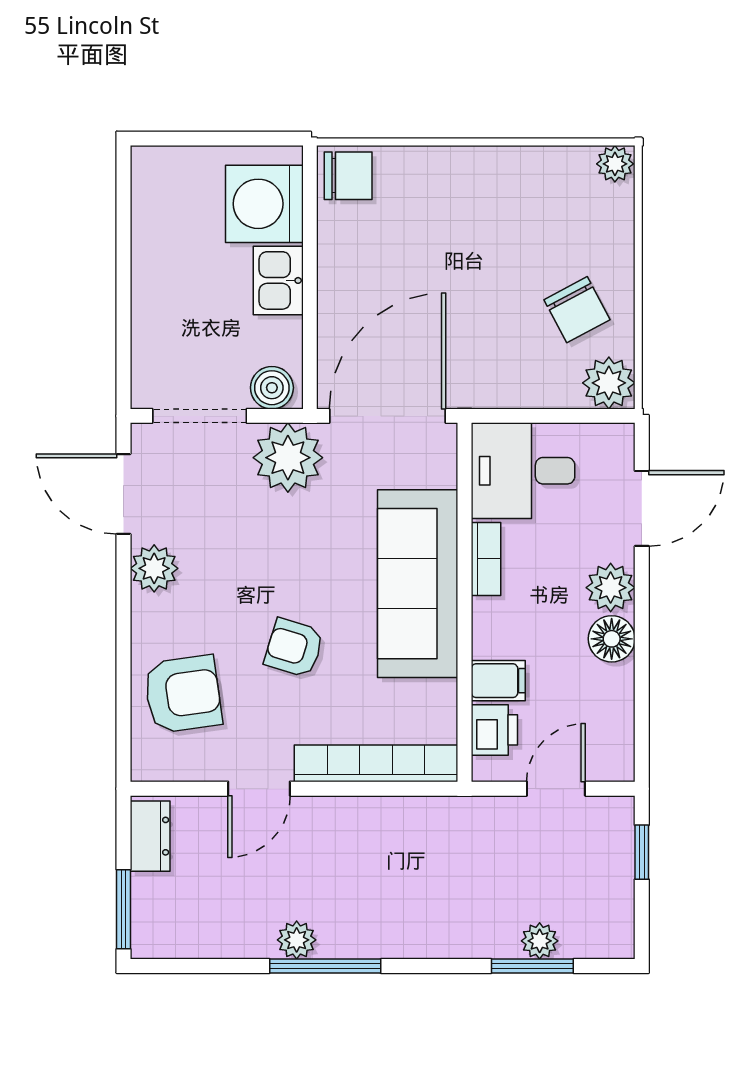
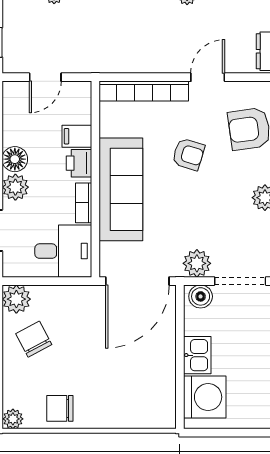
chair: (348, 176) -> (60, 408), moved
plant: (288, 458) -> (197, 263), width x0.73, depth x0.73
printer: (494, 730) -> (79, 163), moved

